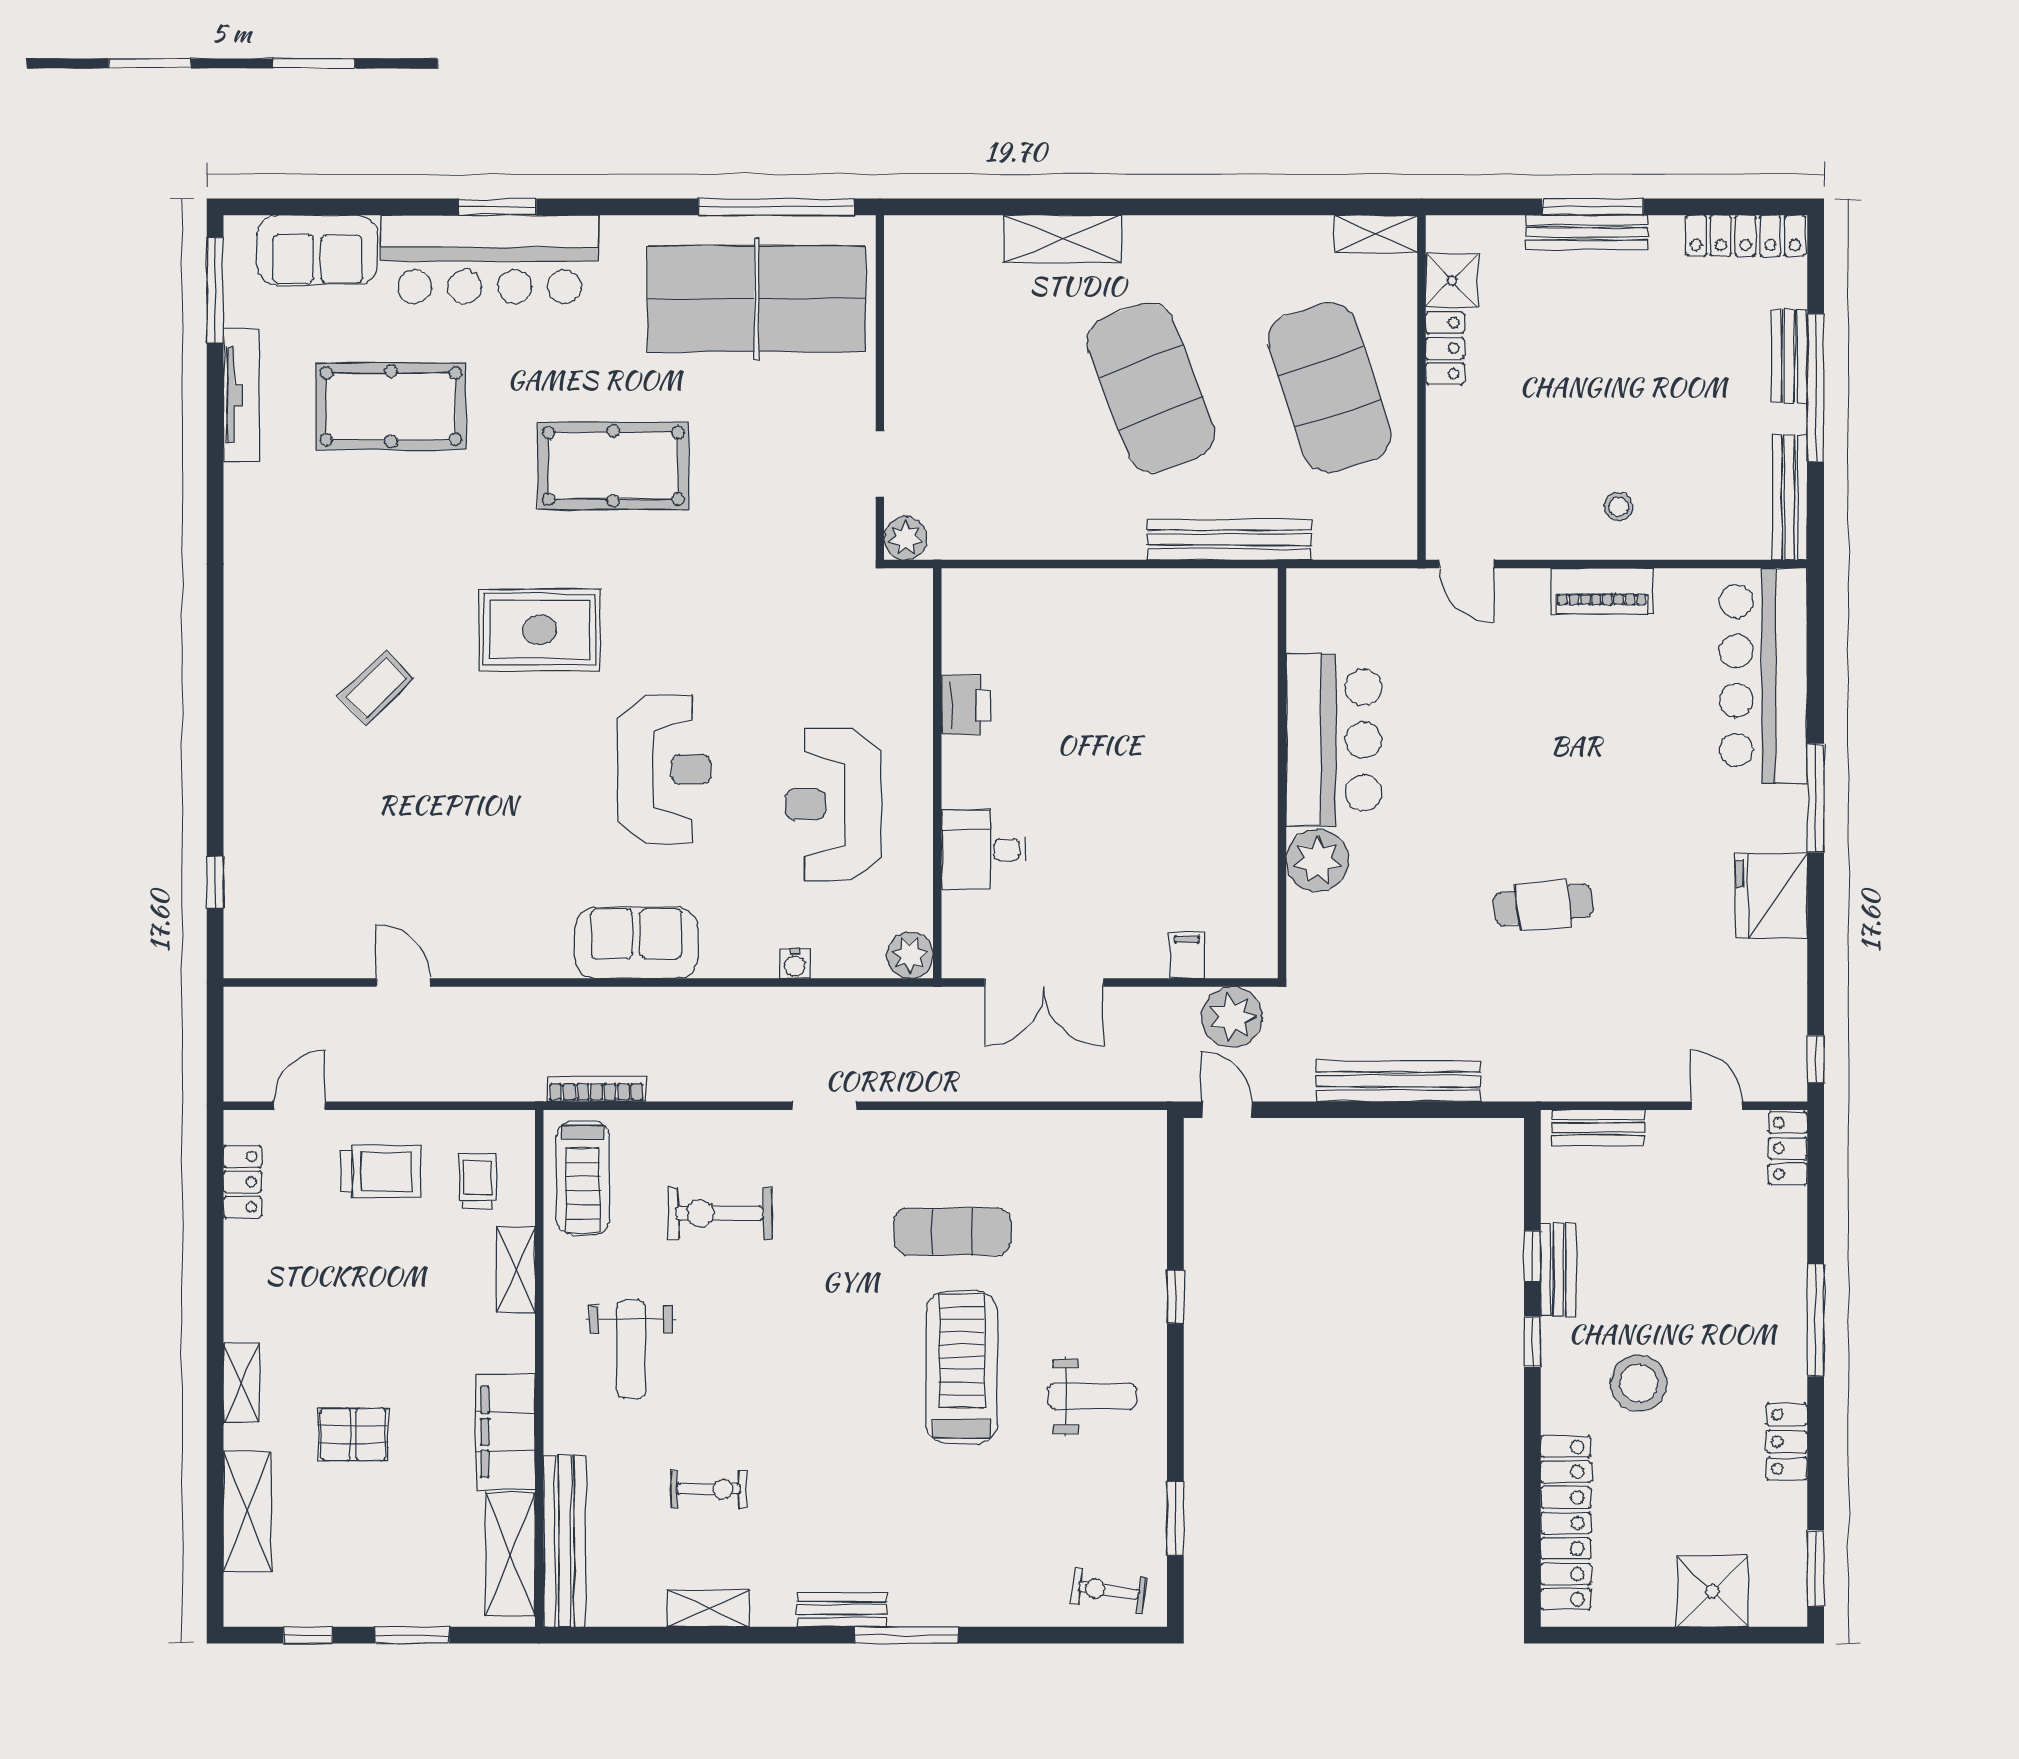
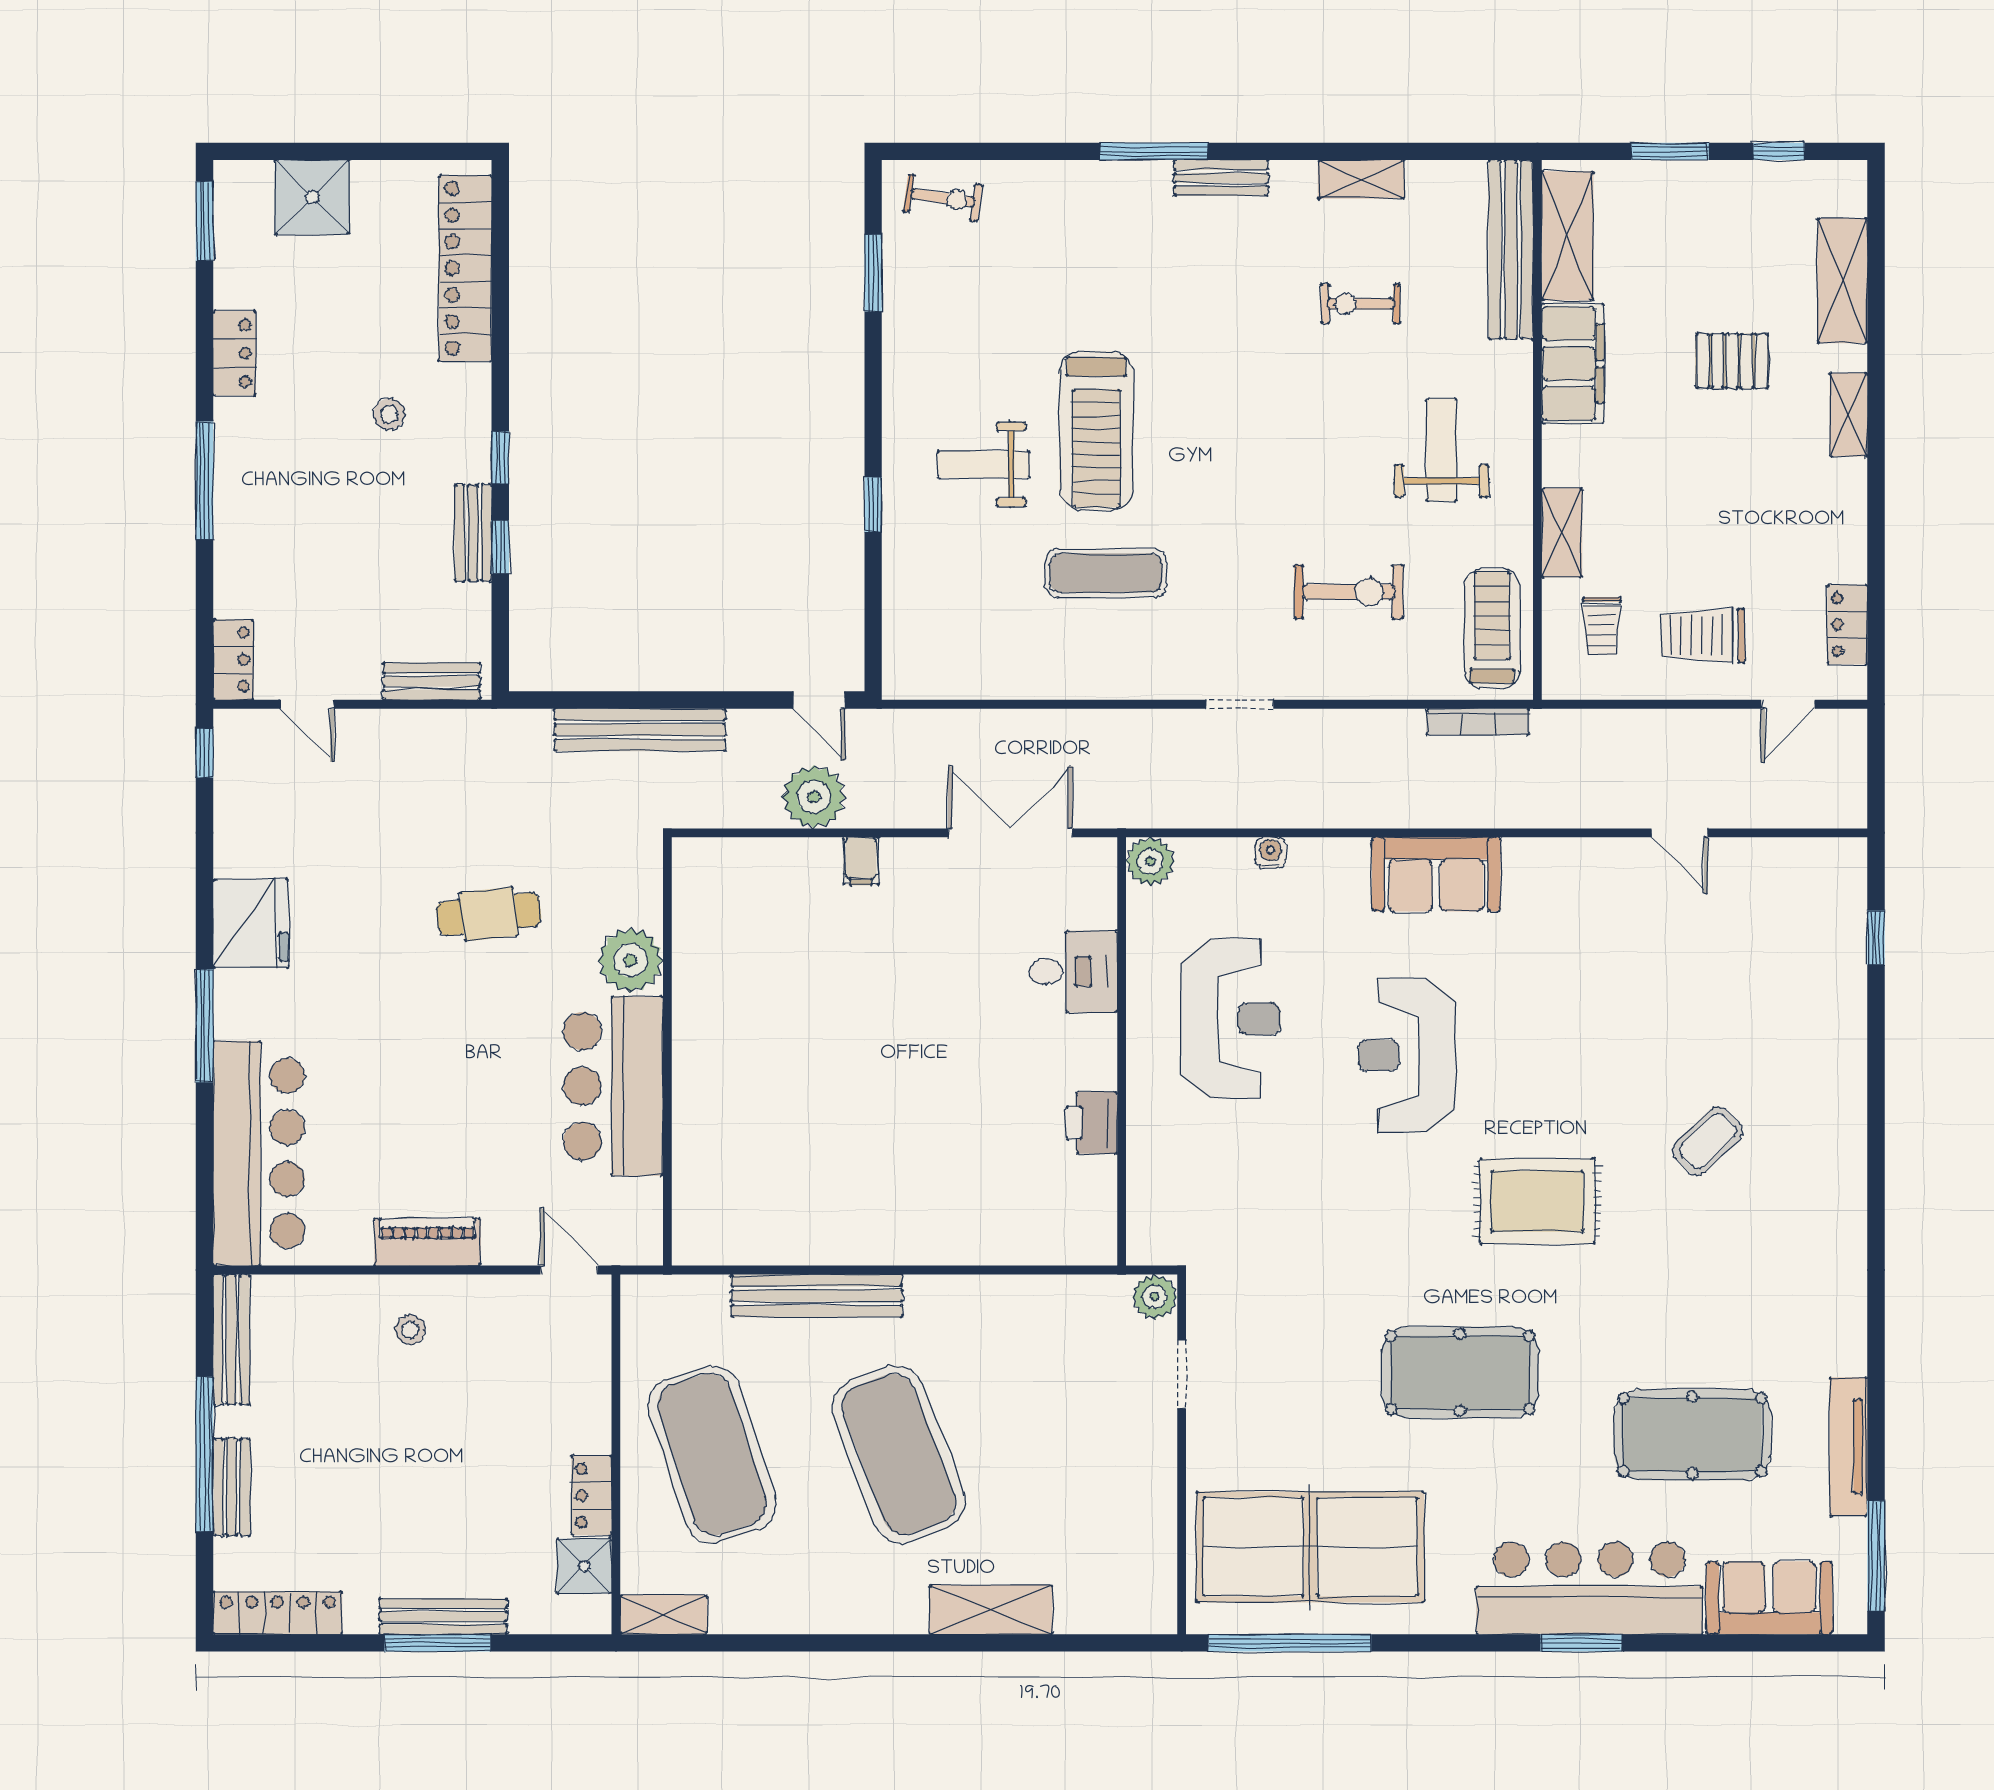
bar counter: (1334, 740) -> (613, 1086), moved
wall: (1282, 773) -> (667, 1051), moved
plant: (1317, 860) -> (630, 960), moved
stool: (1639, 1383) -> (389, 414), width x0.53, depth x0.53
weight bench: (1092, 1396) -> (984, 464), moved

